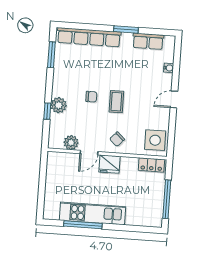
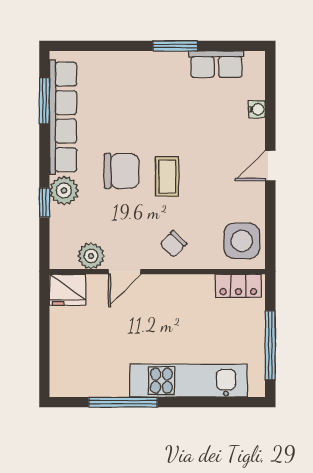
row of seats: (89, 37) -> (63, 117), moved, turned -90
chair: (91, 97) -> (121, 171), width x1.87, depth x1.87
fridge: (109, 164) -> (68, 290), moved
kitchen unit: (92, 213) -> (188, 381), moved

